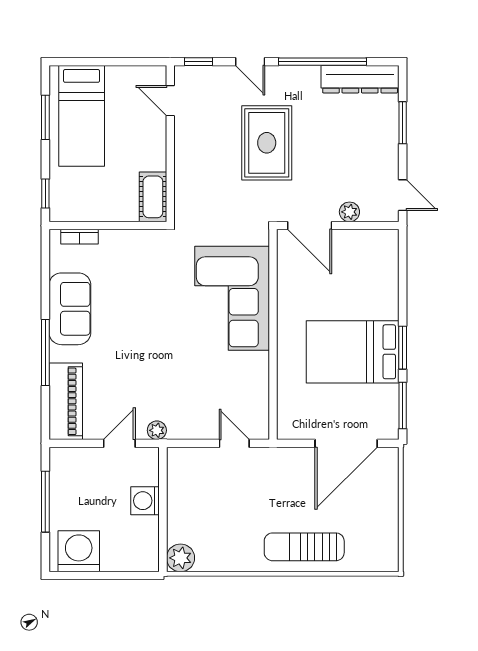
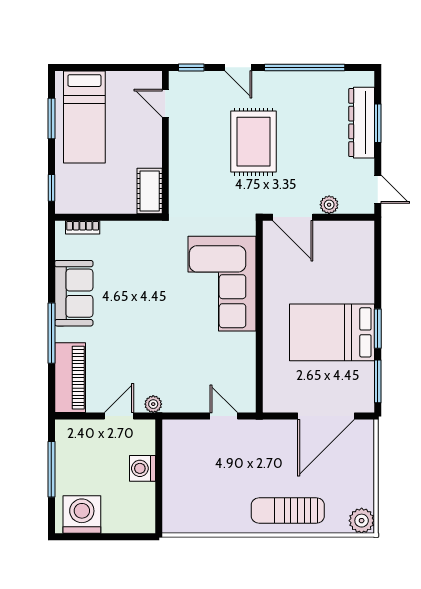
dresser: (360, 79) -> (362, 123), moved, turned 90
plant: (180, 558) -> (362, 521), moved

